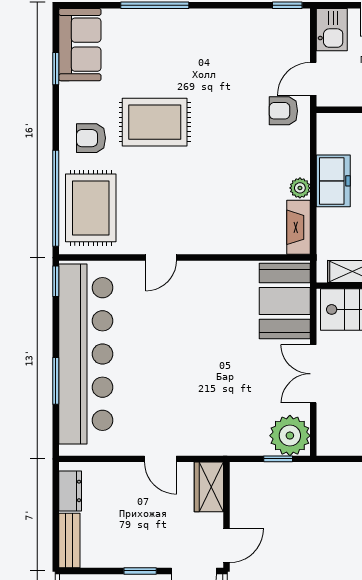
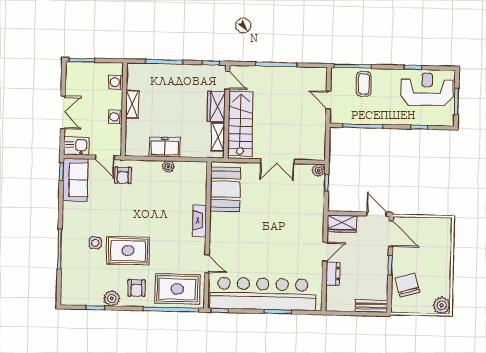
sofa: (80, 45) -> (75, 180), moved, turned 90
side table: (167, 66) -> (95, 243), added
plant: (72, 96) -> (112, 298), added
rug: (155, 122) -> (128, 251), turned 90
fireplace: (299, 227) -> (199, 221), moved, turned 90
door: (161, 258) -> (207, 264), moved
booth: (285, 301) -> (225, 189), moved, turned 90
plant: (290, 436) -> (319, 170), width x0.53, depth x0.53
dresser: (70, 491) -> (333, 273), moved, turned 90

